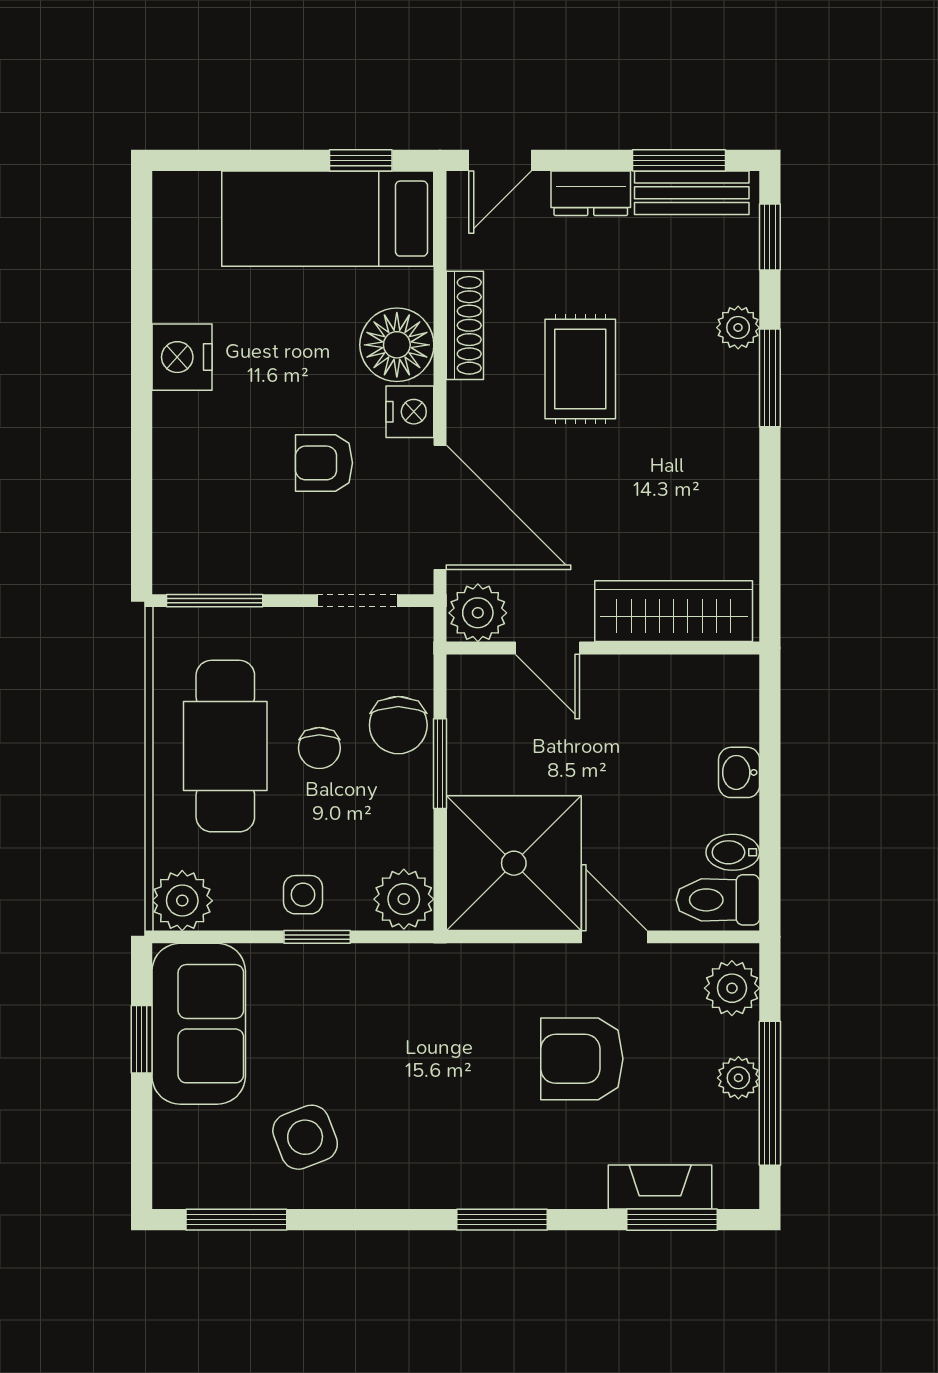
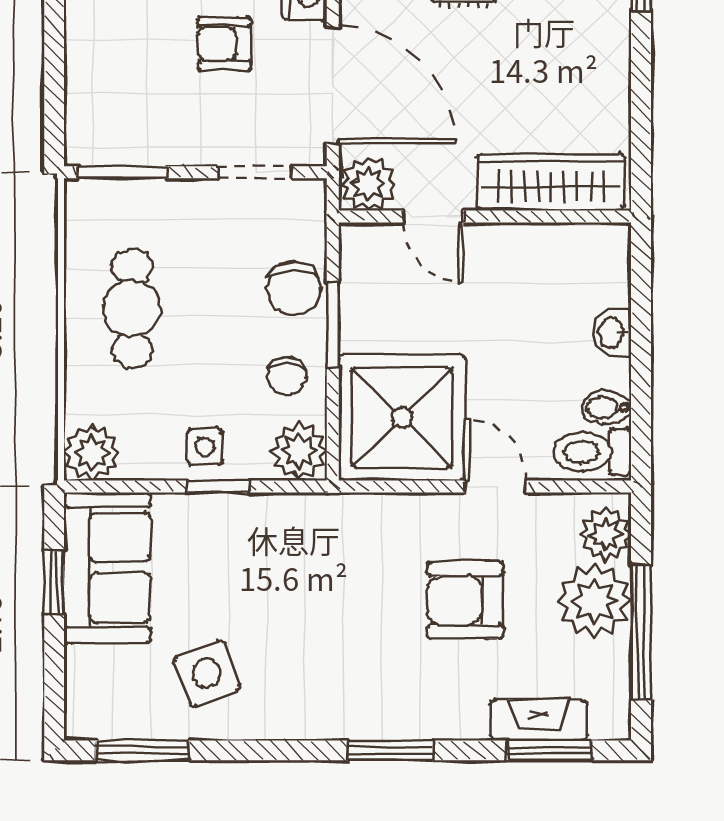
cafe table: (225, 746) -> (132, 308), width x0.73, depth x0.74
chair: (319, 748) -> (286, 376), moved
plant: (738, 1078) -> (594, 601), width x1.88, depth x1.88

